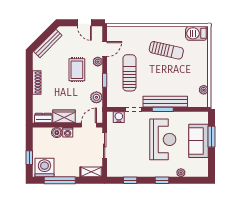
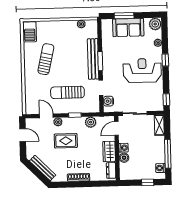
door: (84, 23) -> (23, 135), hinge flipped
door: (89, 125) -> (116, 128), hinge flipped
reception desk: (163, 139) -> (142, 71), moved
washing machine: (44, 168) -> (160, 168), width x0.53, depth x0.53
plant: (202, 170) -> (155, 24), added
window: (130, 180) -> (166, 100), moved

